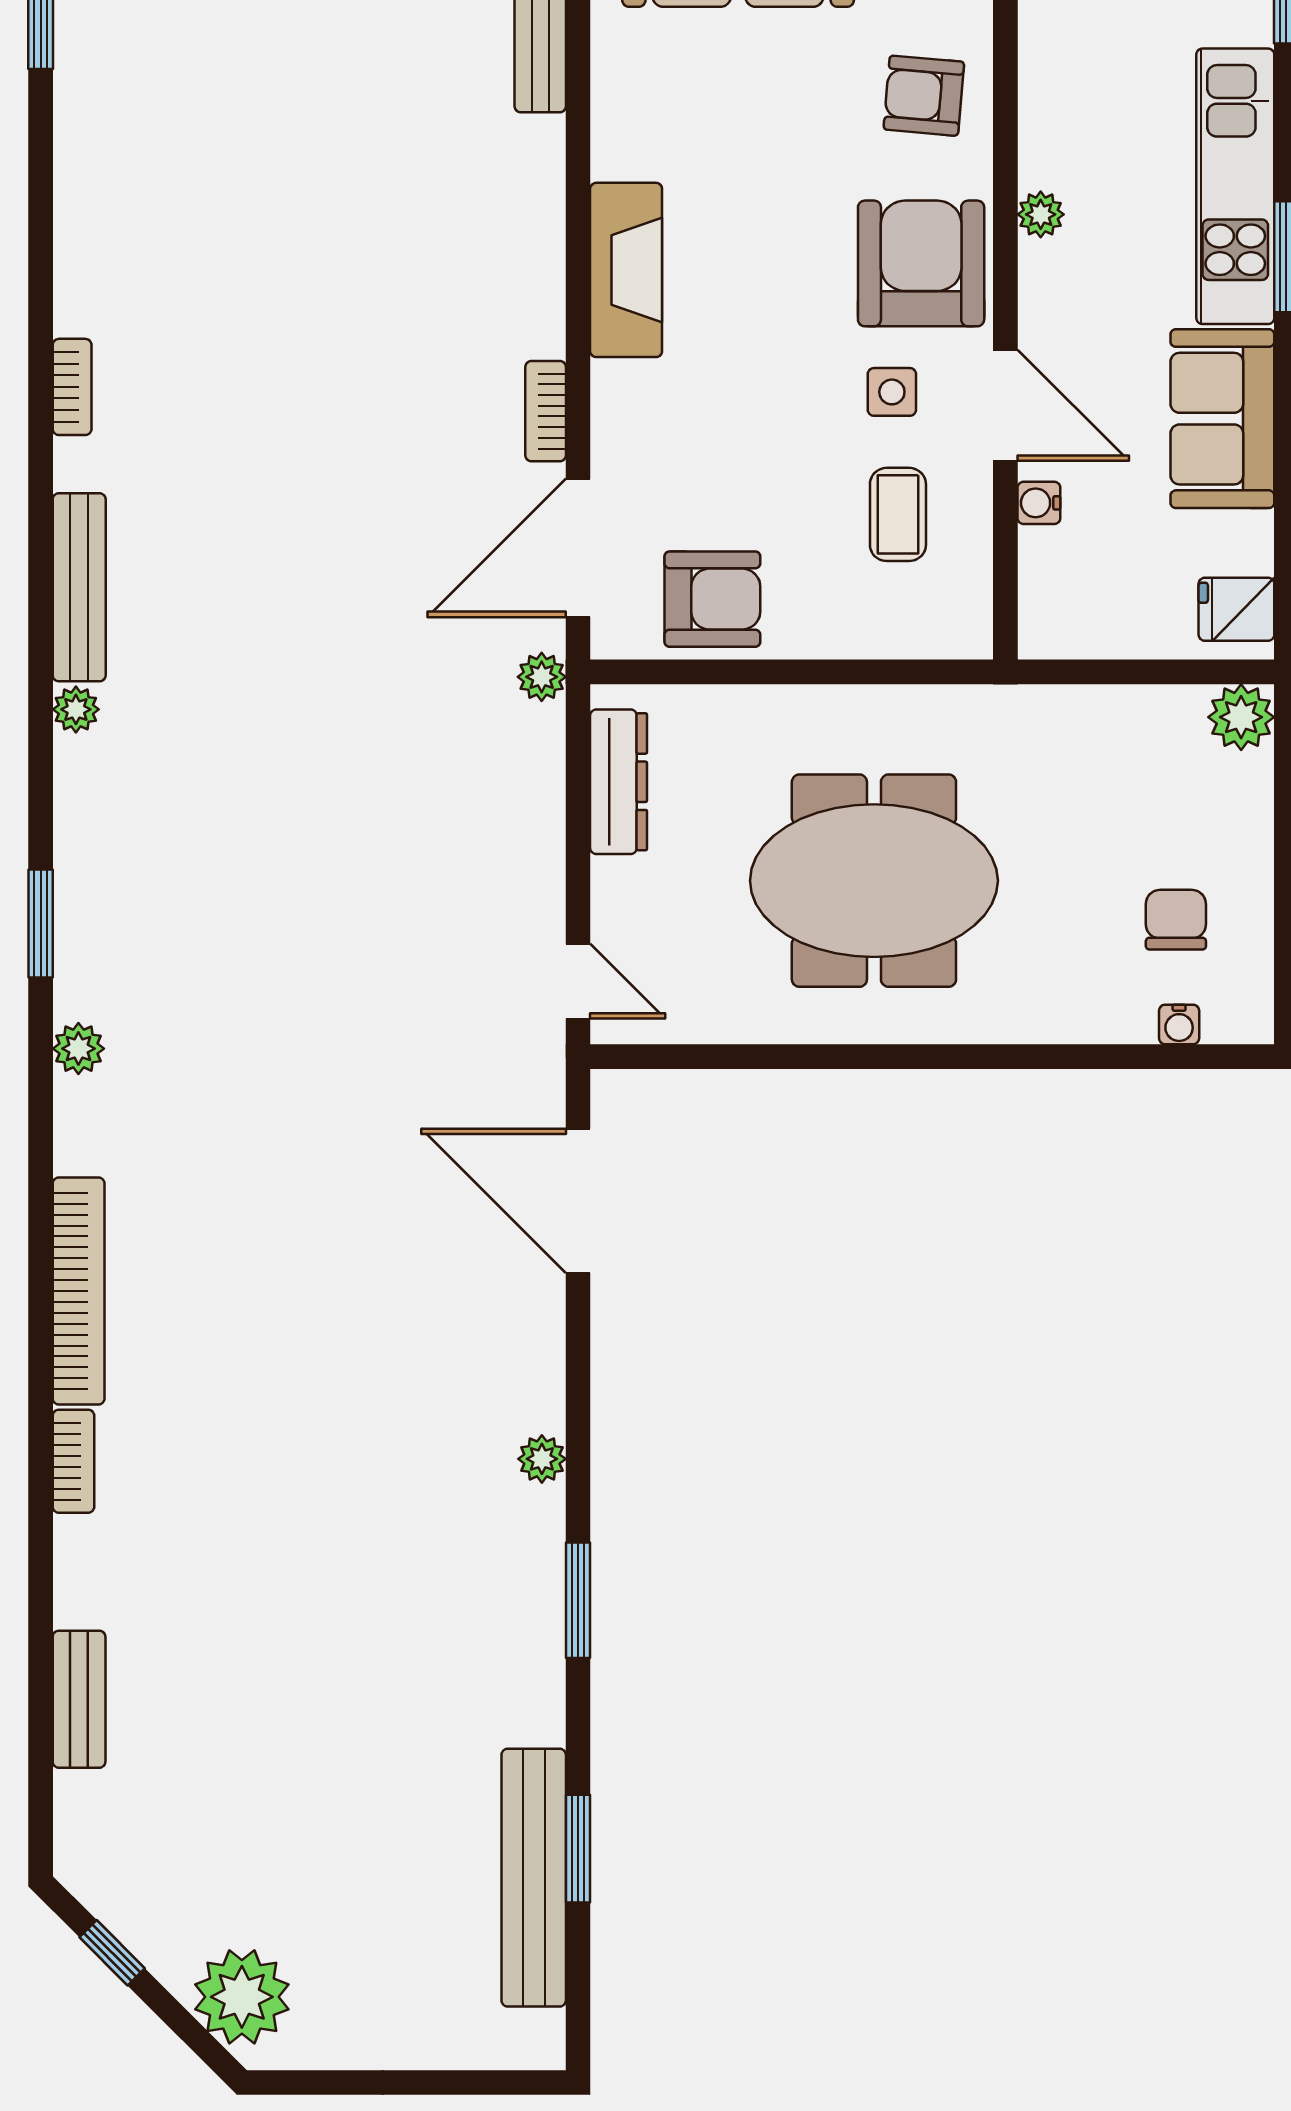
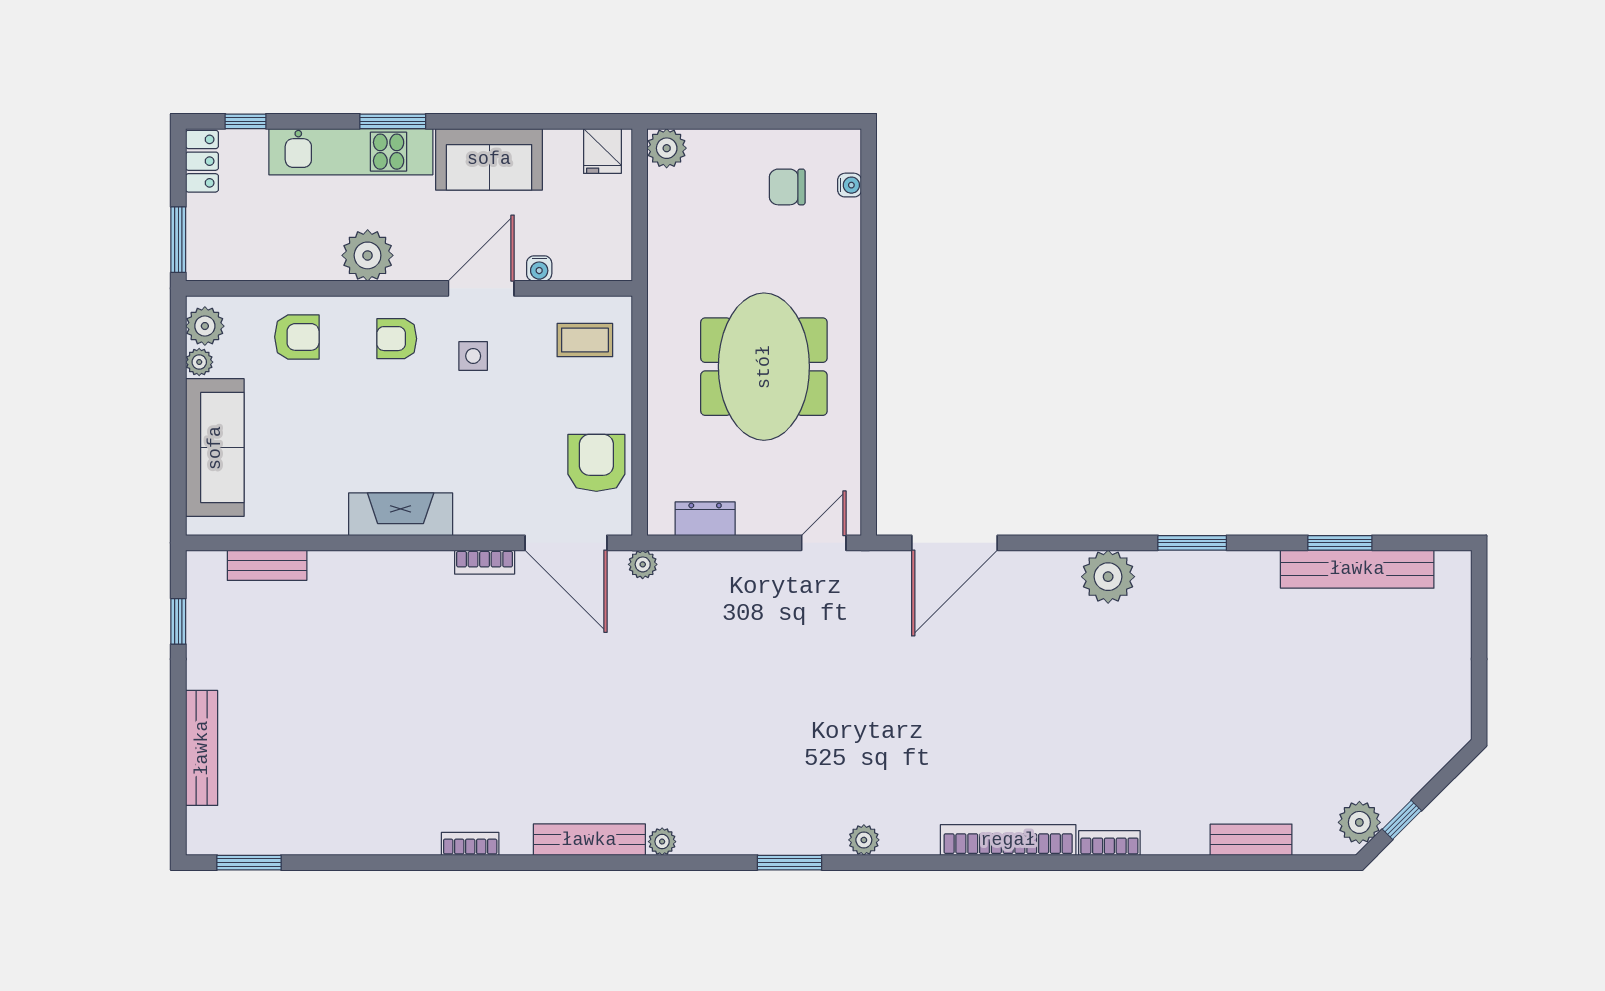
armchair: (924, 96) -> (297, 337), turned -95
plant: (1041, 214) -> (368, 255), width x1.88, depth x1.88
armchair: (921, 263) -> (397, 339), width x0.53, depth x0.53
coffee table: (898, 514) -> (585, 340), moved
dresser: (619, 782) -> (705, 519), width x0.70
plant: (542, 1459) -> (1108, 577), width x1.88, depth x1.88
plant: (242, 1997) -> (1359, 822), moved, width x0.73, depth x0.73

